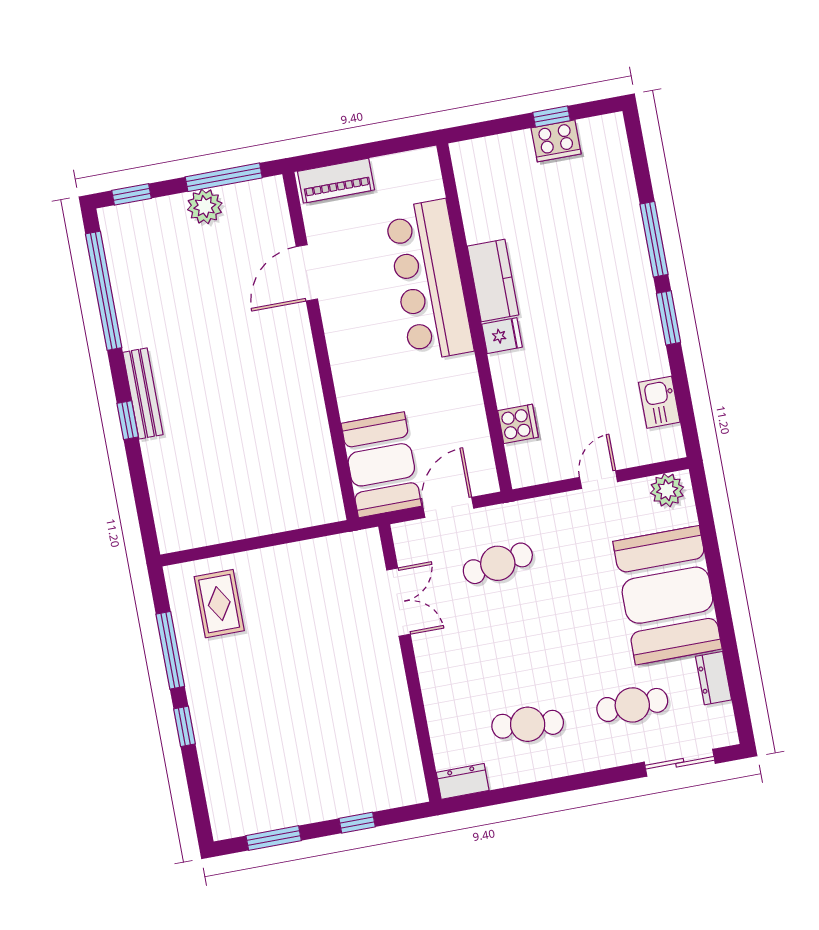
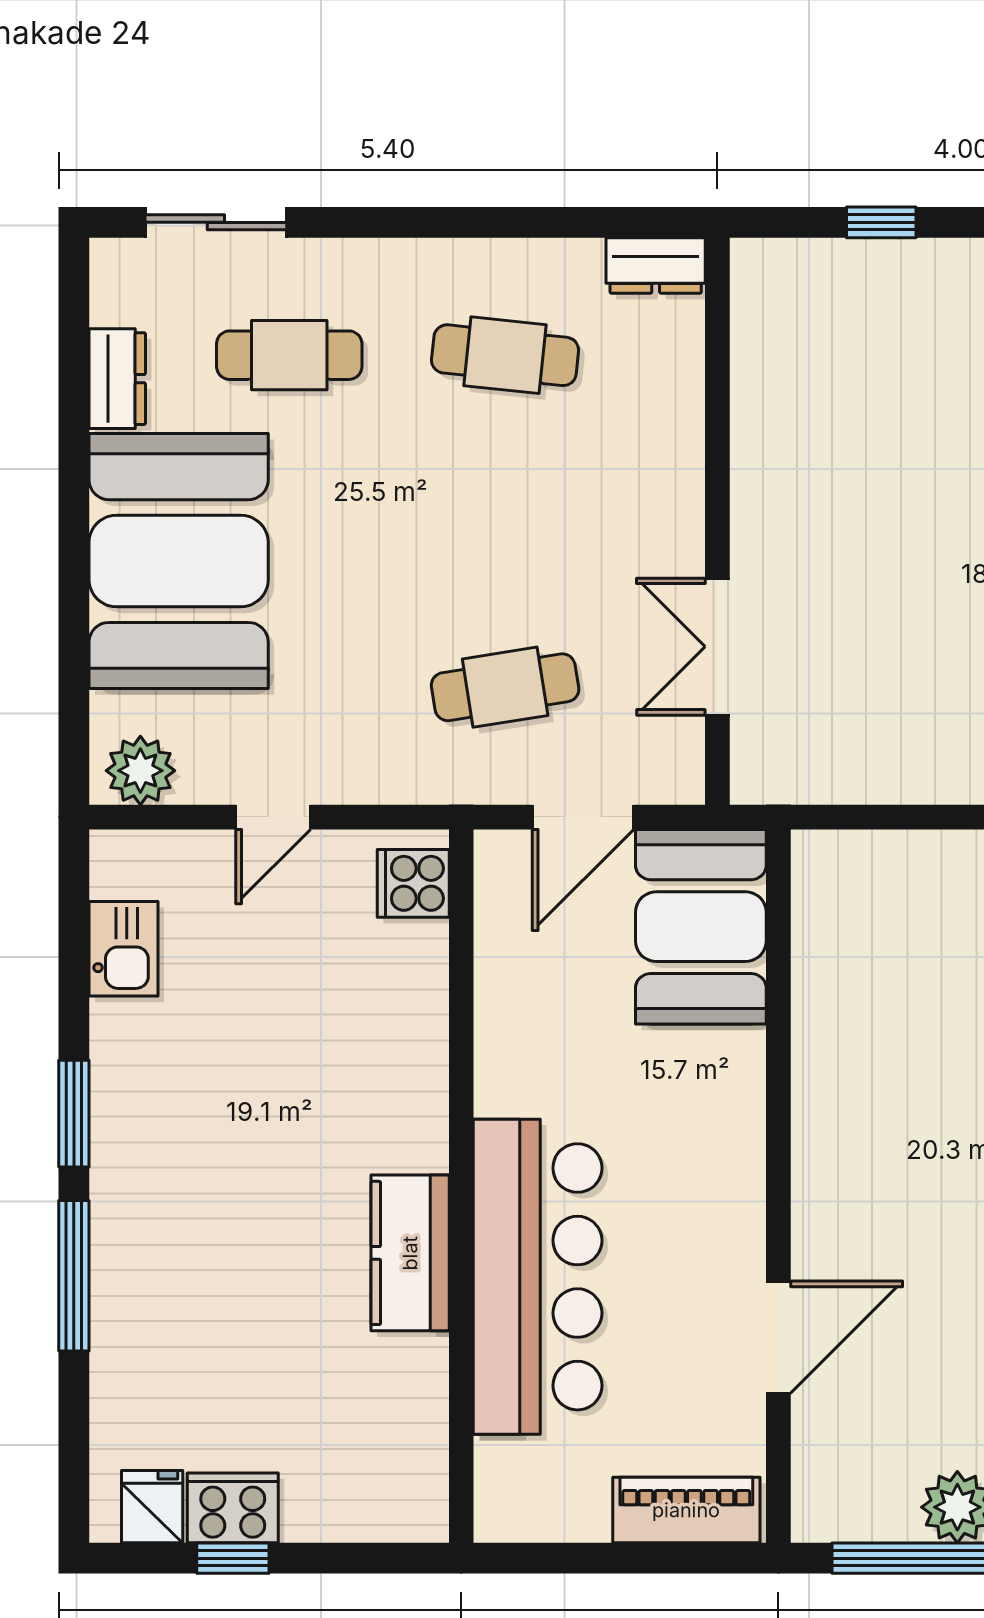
fridge: (502, 336) -> (152, 1507), moved, turned 90
cooker: (518, 424) -> (413, 883), moved

